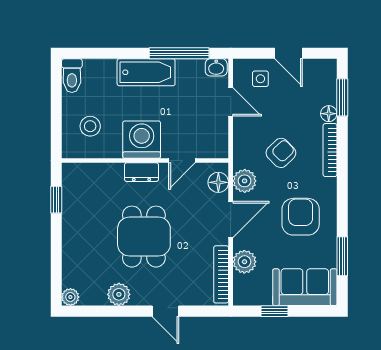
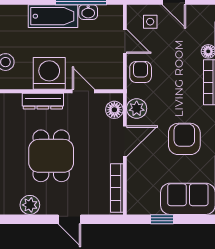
washbasin: (216, 67) -> (88, 12), moved
armchair: (281, 153) -> (141, 72), moved, turned -46
door: (182, 161) -> (83, 91), swing flipped
dresser: (141, 172) -> (43, 101), width x1.44
plant: (244, 262) -> (137, 177), removed

